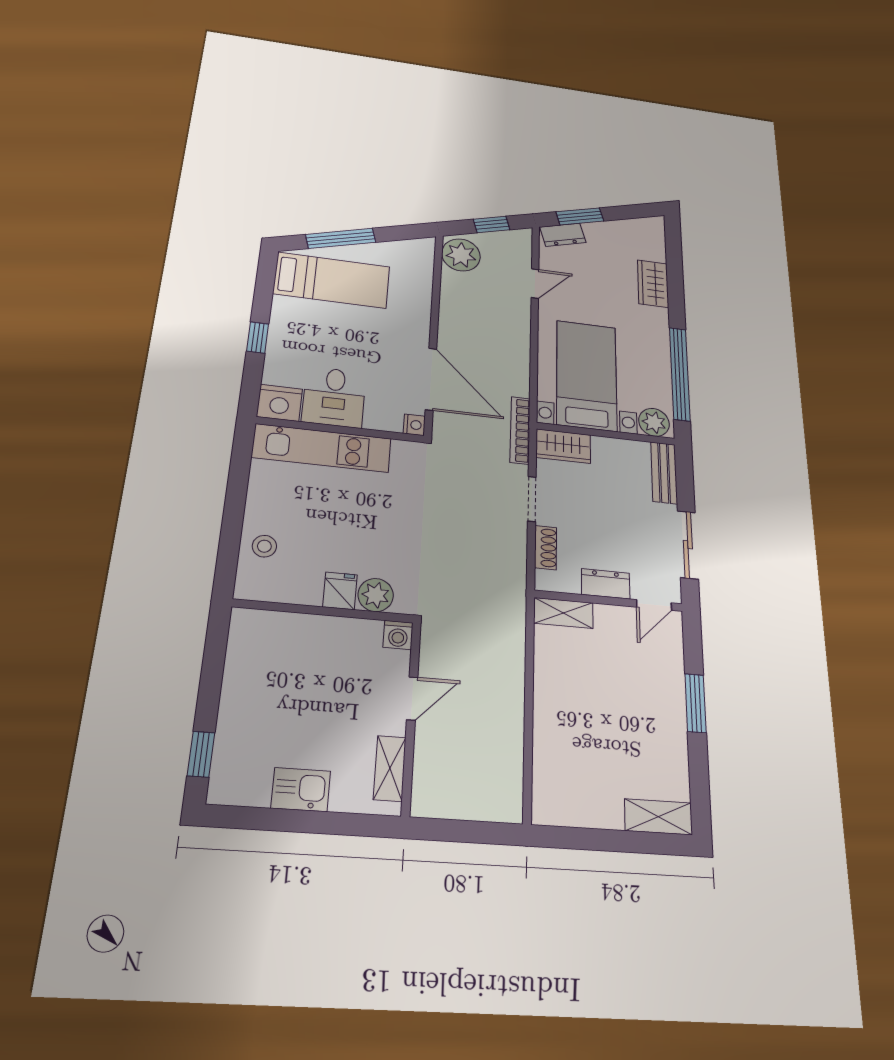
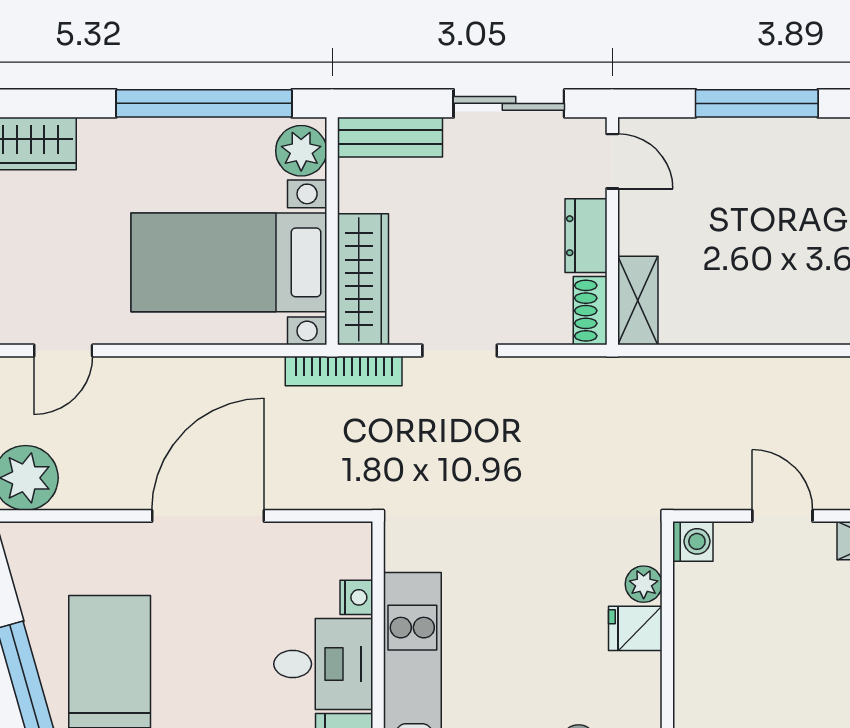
door: (535, 284) -> (63, 351), swing flipped
door: (431, 379) -> (208, 516), moved
nightstand: (414, 425) -> (356, 597), moved, turned 90
wardrobe: (563, 446) -> (363, 279), width x1.50
shoe rack: (546, 548) -> (590, 311), moved, turned -90
plant: (376, 595) -> (644, 584), width x0.73, depth x0.73
window: (695, 703) -> (757, 103), width x1.44

